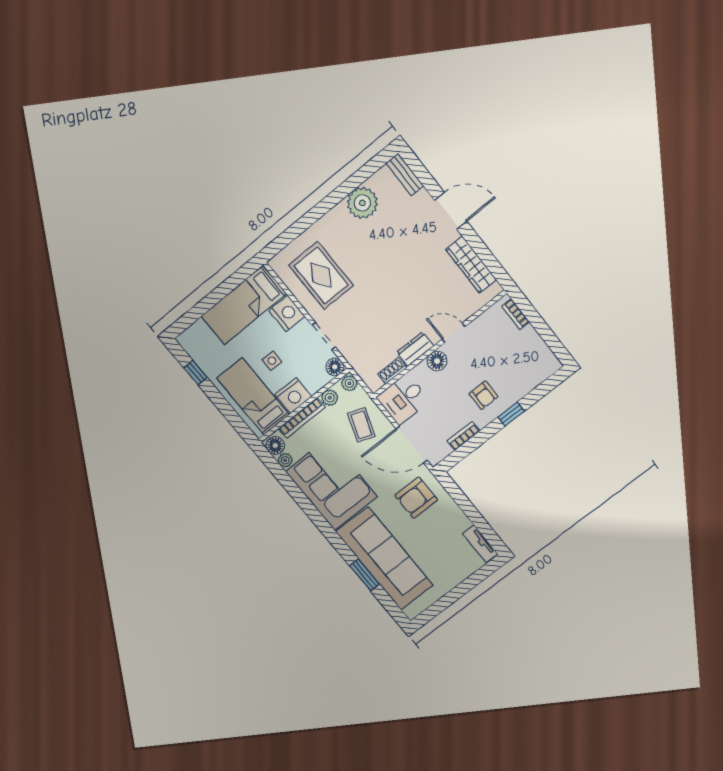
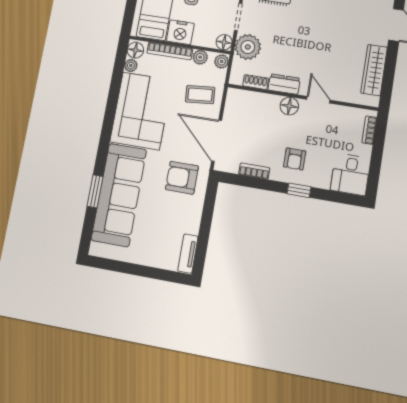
plant: (357, 351) -> (248, 47), added
desk: (403, 399) -> (350, 174), moved, turned -90
coffee table: (361, 425) -> (200, 95), turned 65

